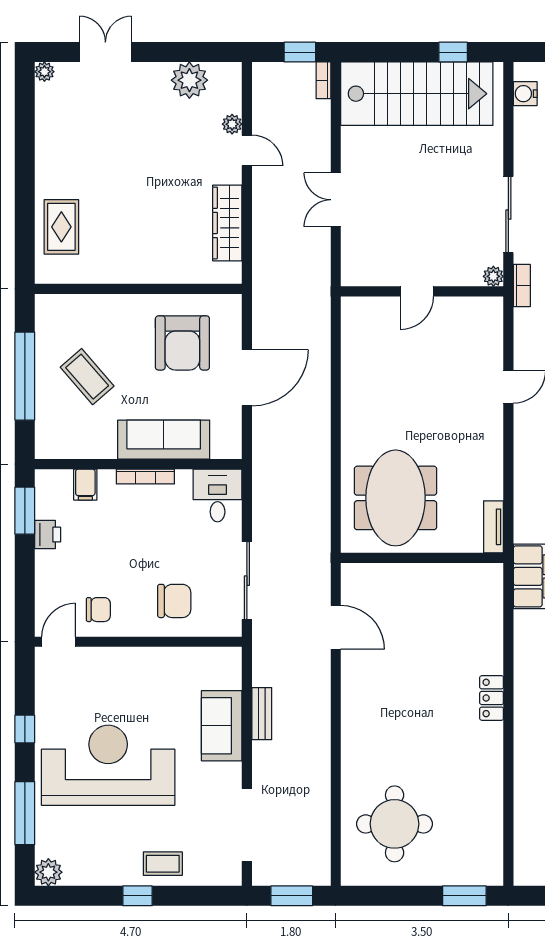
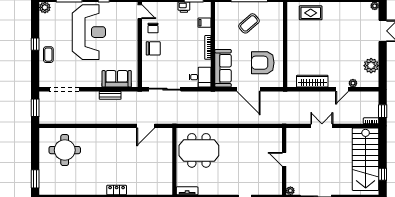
sofa: (164, 440) -> (223, 68), moved
chair: (174, 601) -> (153, 48), moved, turned -90
sofa: (222, 726) -> (117, 79), moved

